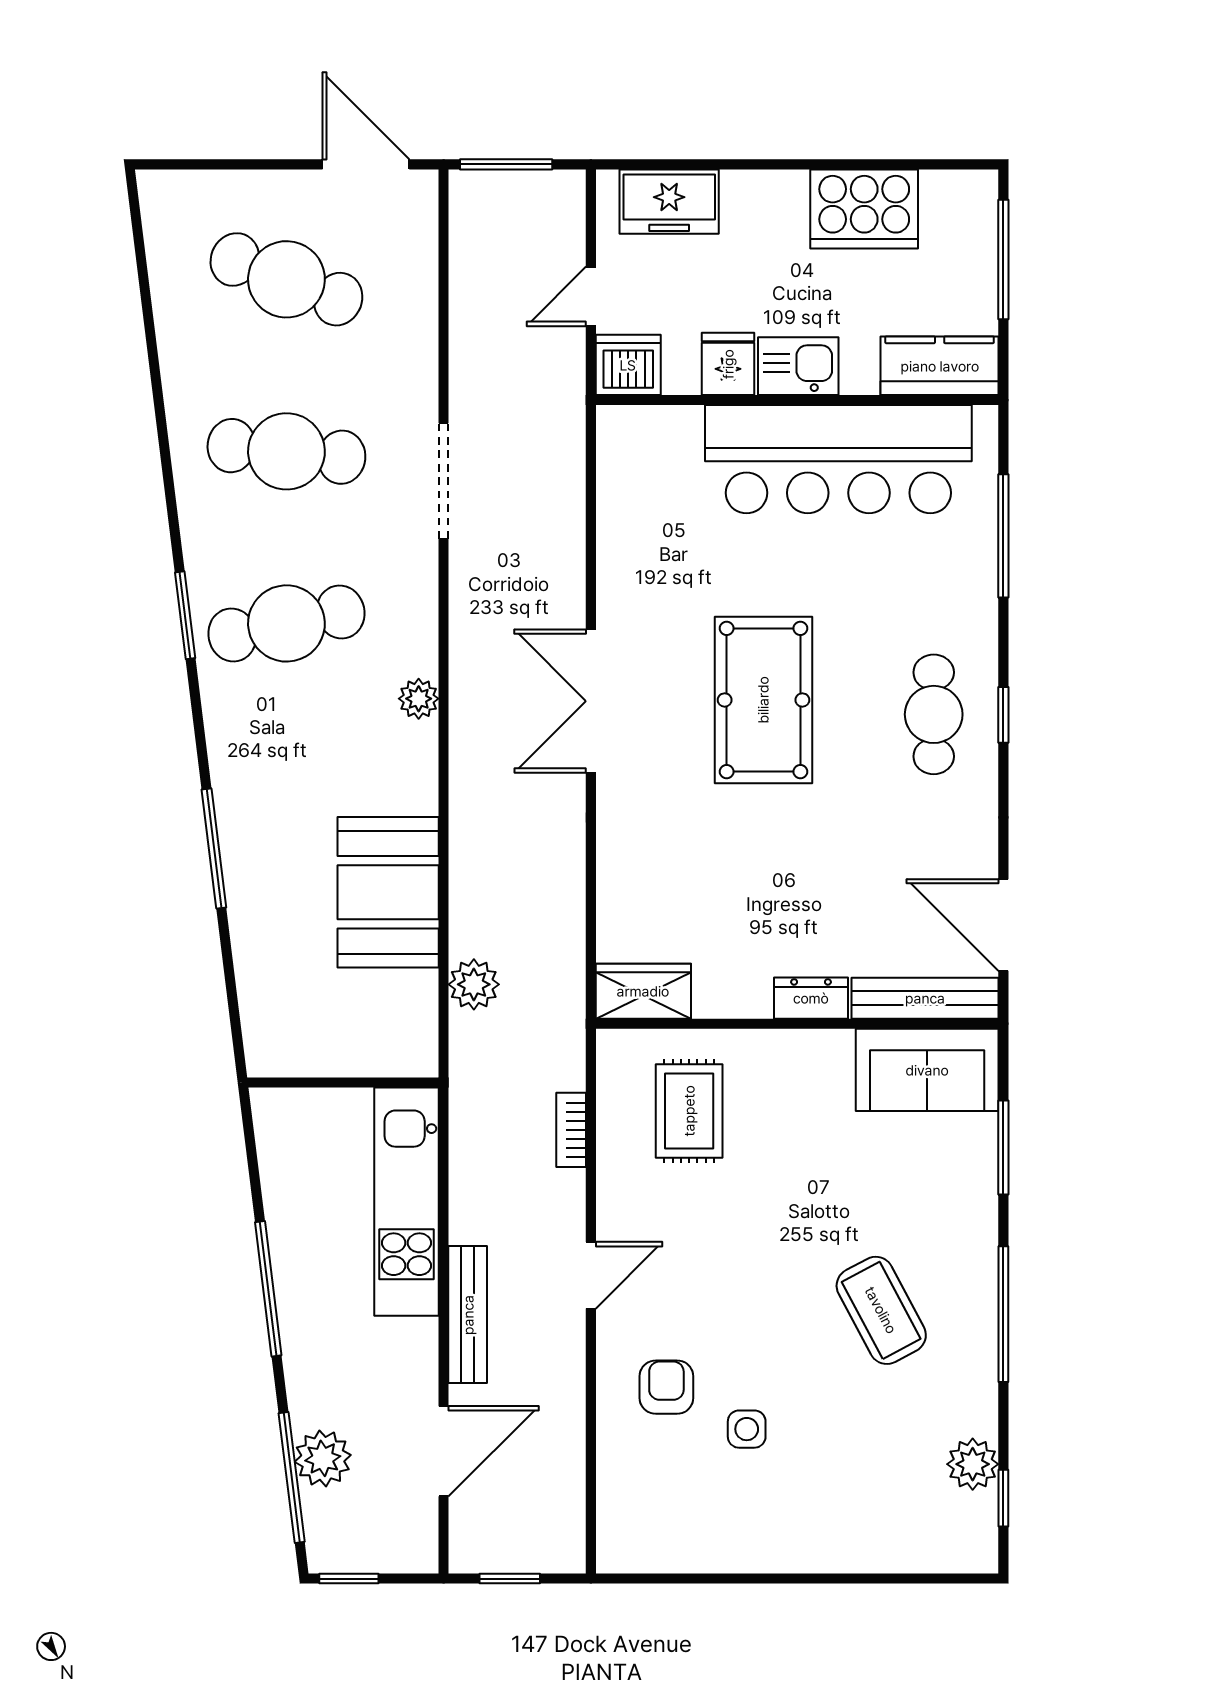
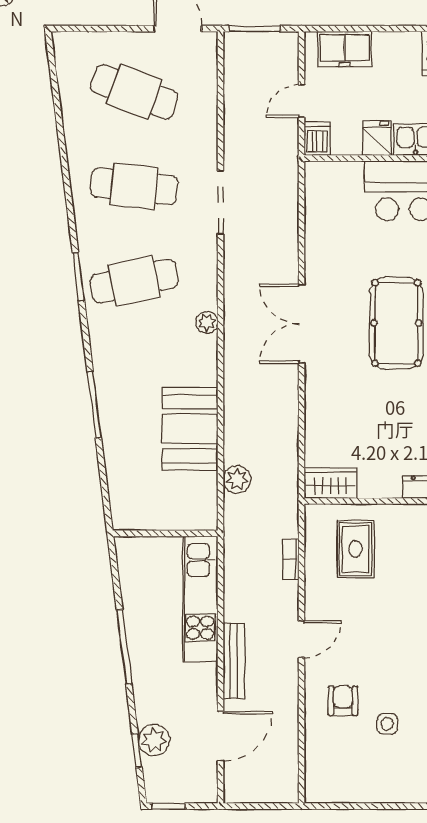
dishwasher: (628, 365) -> (317, 139), width x0.73
window: (292, 1477) -> (137, 751), width x0.46
window: (510, 1579) -> (257, 806), removed

